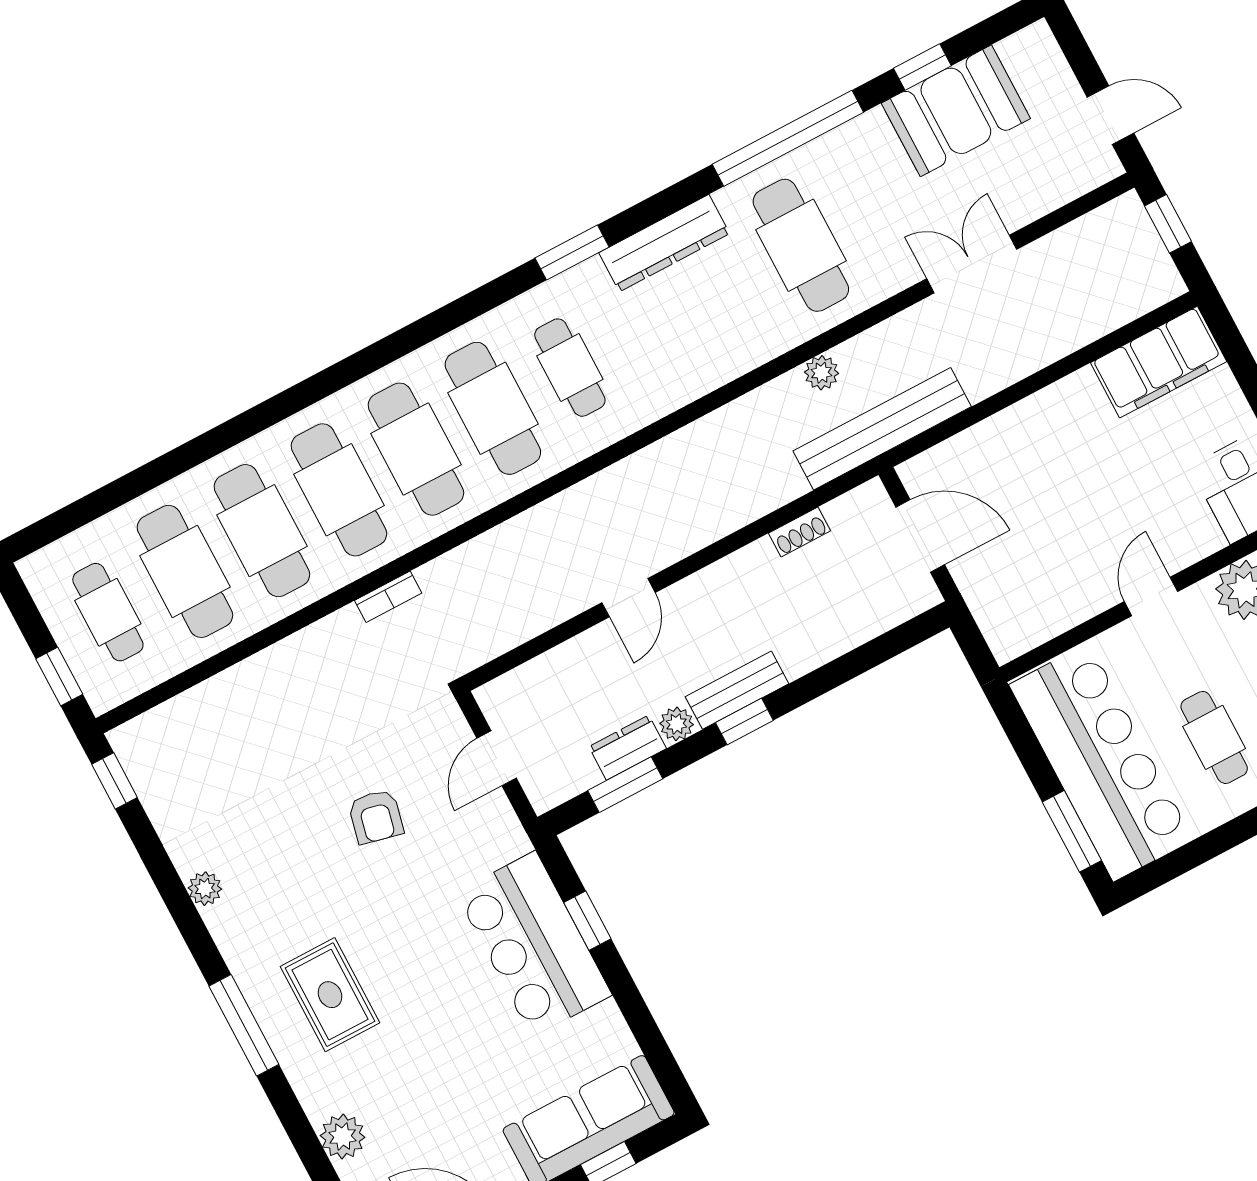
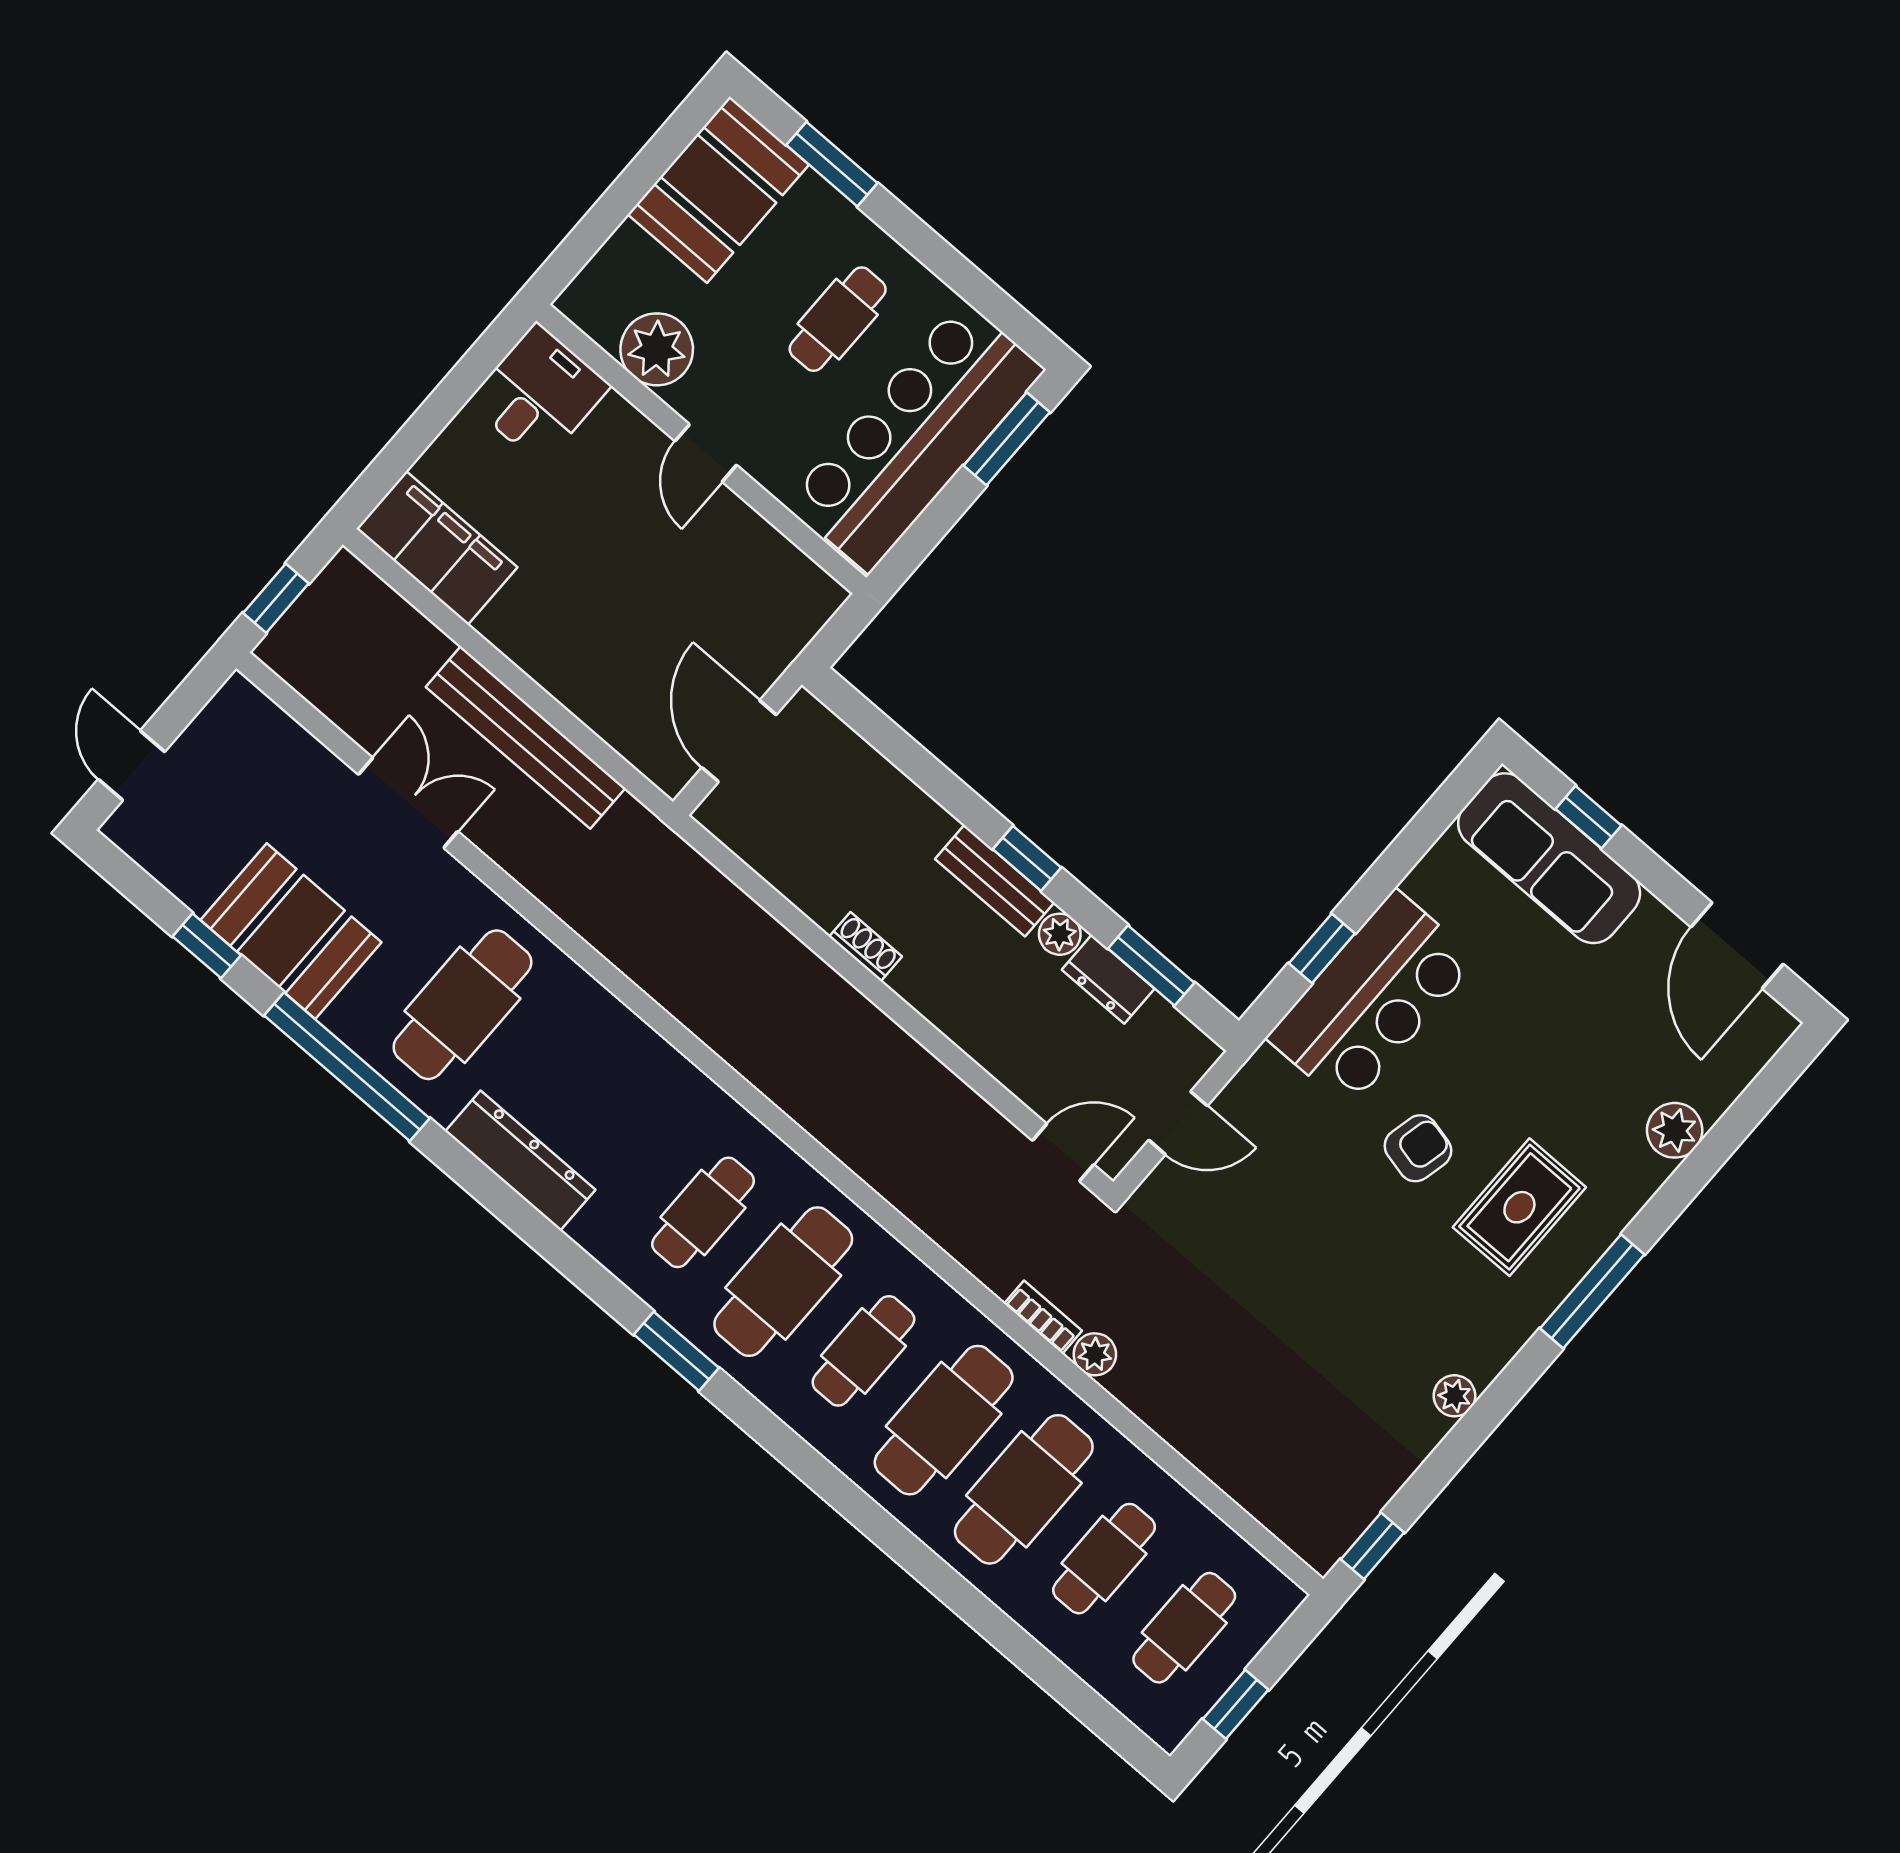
booth: (956, 111) -> (291, 931), moved
door: (1111, 115) -> (132, 766), moved
window: (572, 252) -> (676, 1351), moved
double door: (972, 264) -> (408, 803), swing flipped
plant: (822, 373) -> (1095, 1354), moved
bench: (882, 429) -> (526, 738), moved
cafe table: (416, 449) -> (863, 1351), width x0.73, depth x0.74
shoe rack: (800, 532) -> (866, 947), moved
cafe table: (185, 571) -> (1104, 1559), width x0.73, depth x0.74
door: (1151, 597) -> (706, 453), hinge flipped
door: (629, 598) -> (1063, 1152), moved
window: (59, 676) -> (1236, 1704), moved
armchair: (376, 817) -> (1418, 1148), moved

